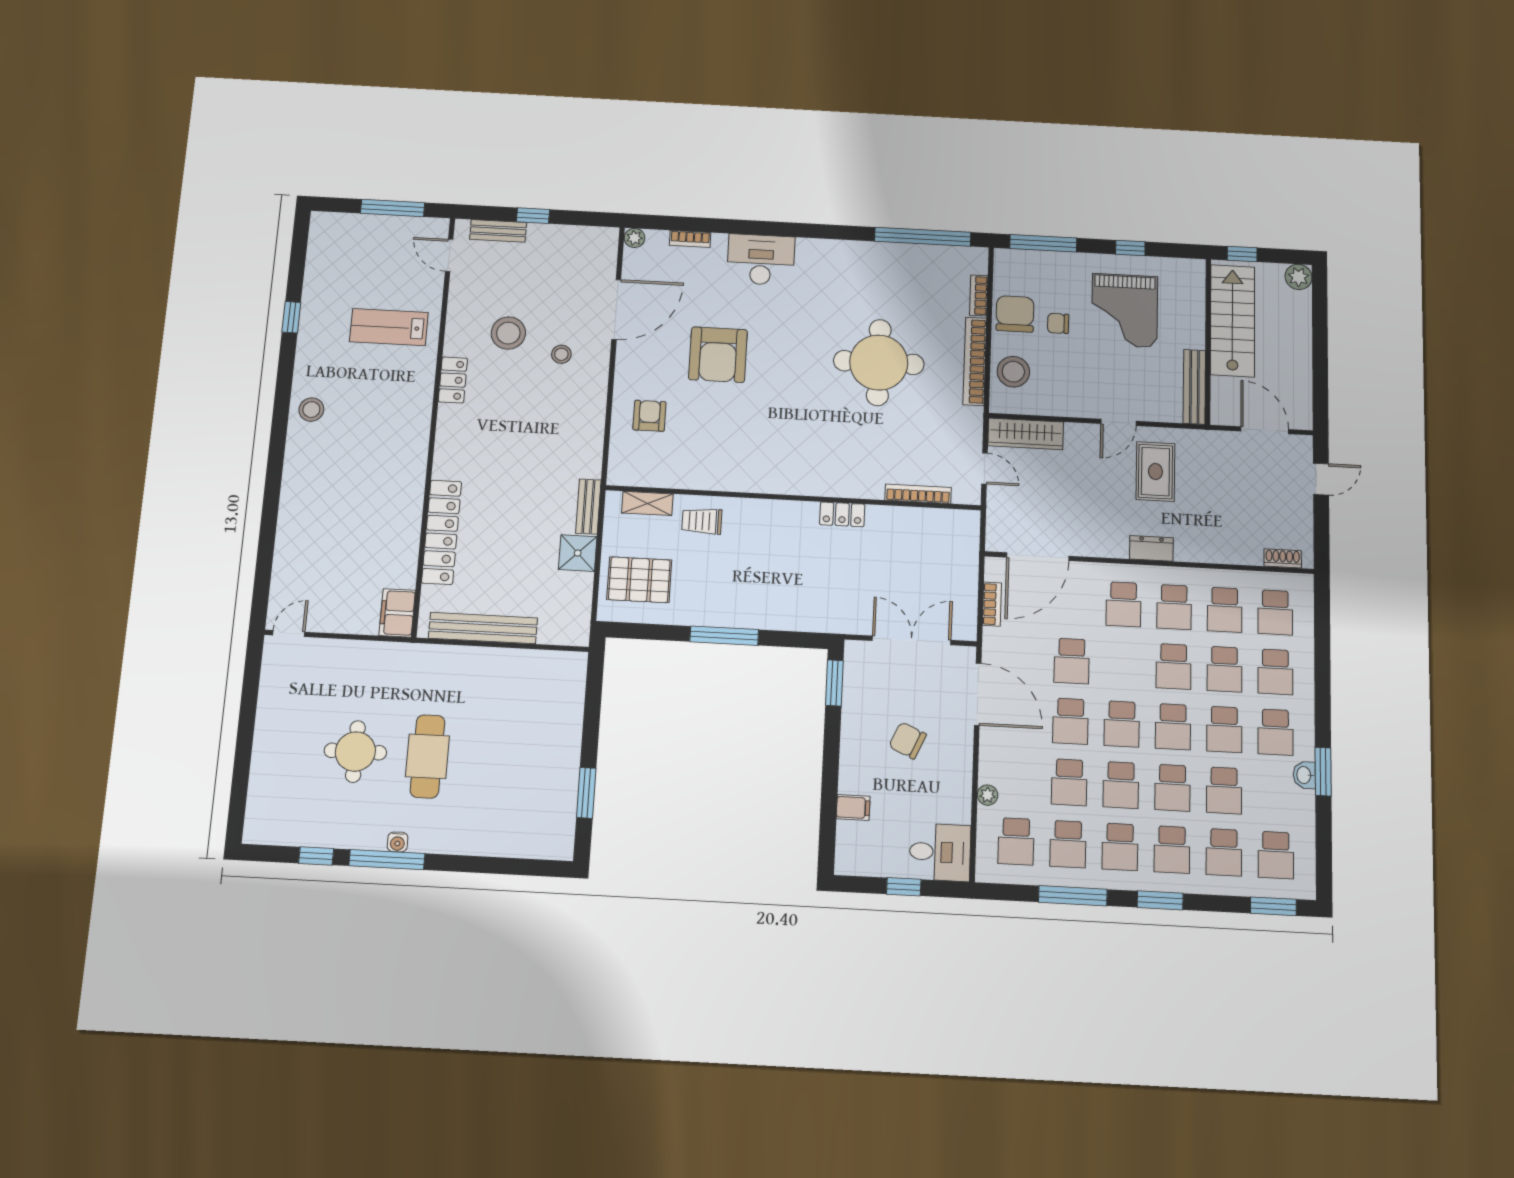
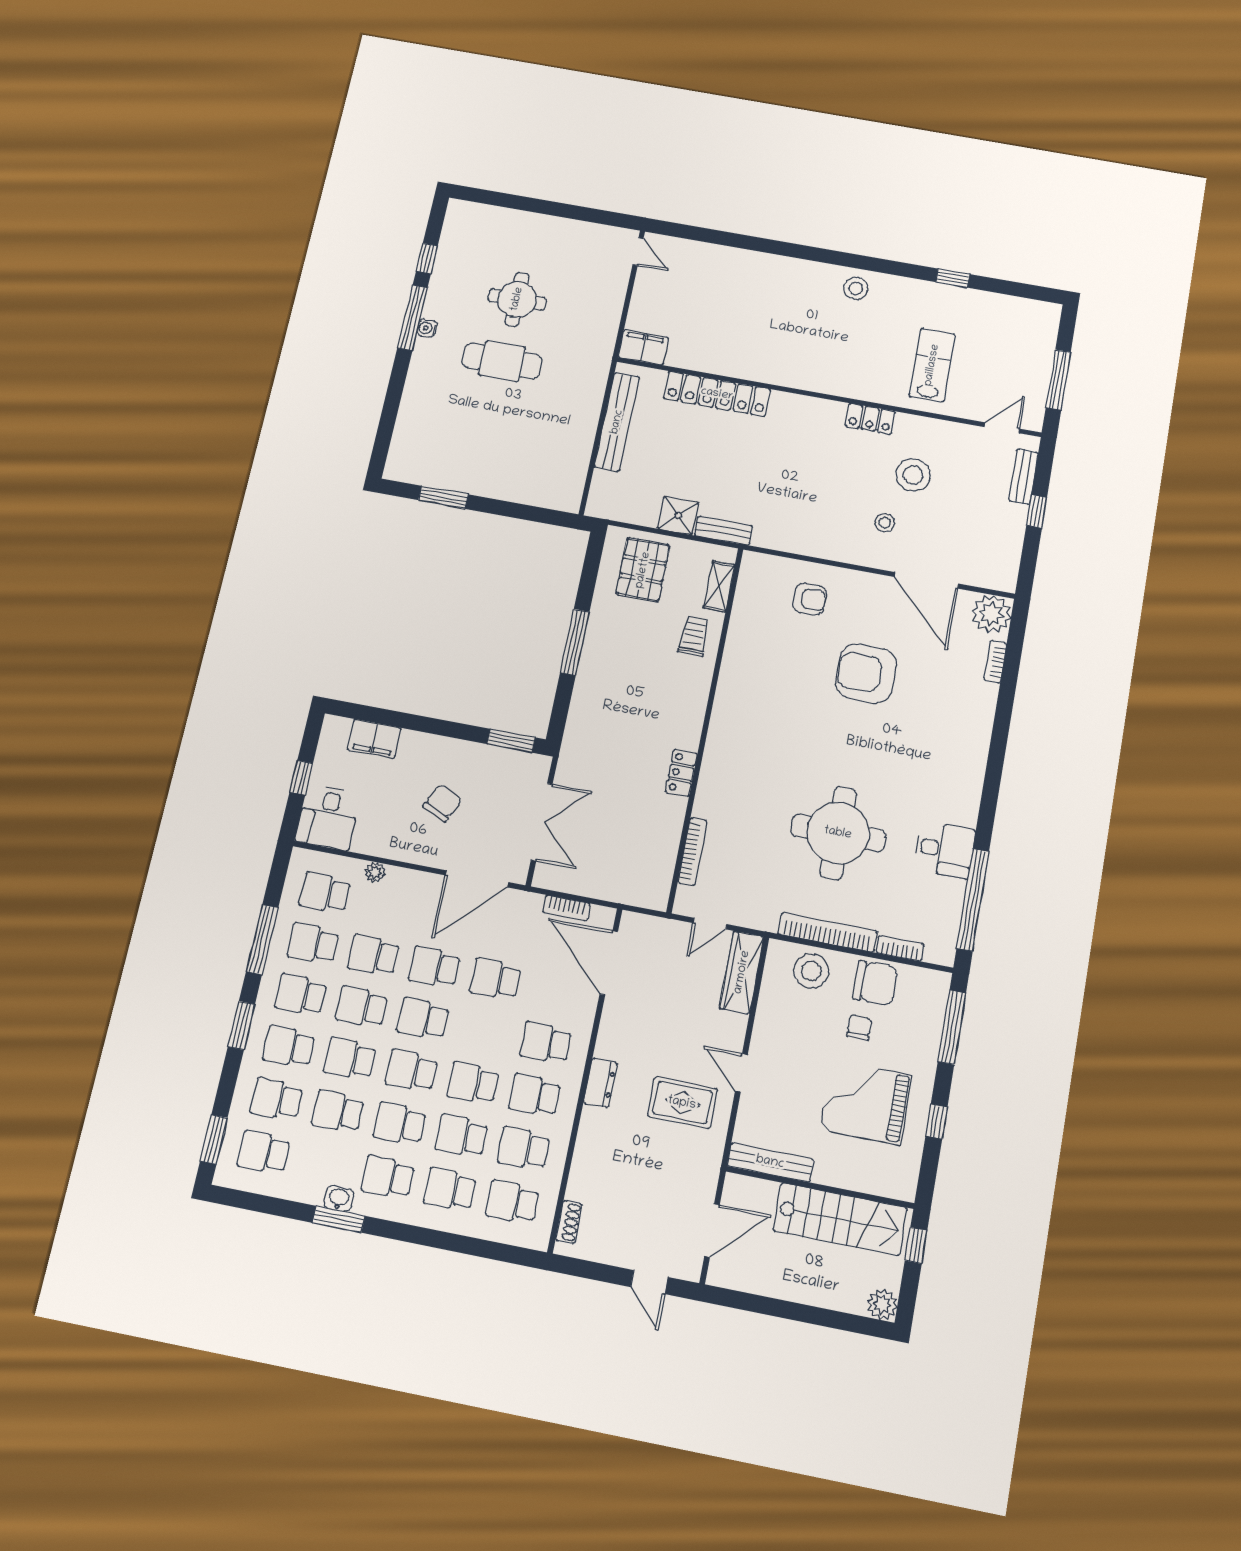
plant: (634, 238) -> (991, 614), width x1.87, depth x1.87
desk: (761, 260) -> (945, 850), moved, width x0.73
filing cabinet: (853, 808) -> (374, 739), width x2.00

